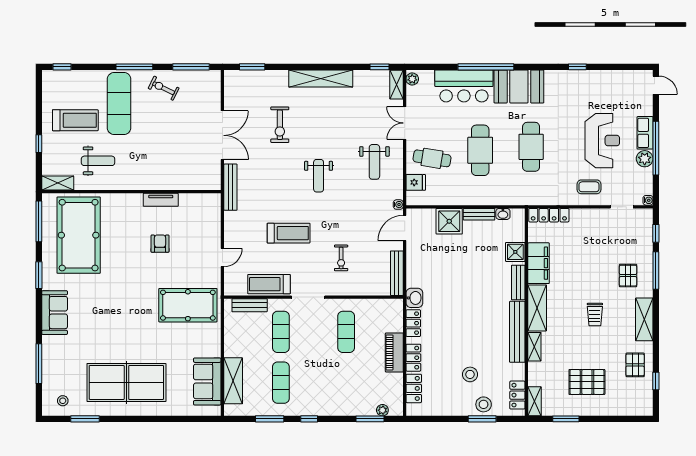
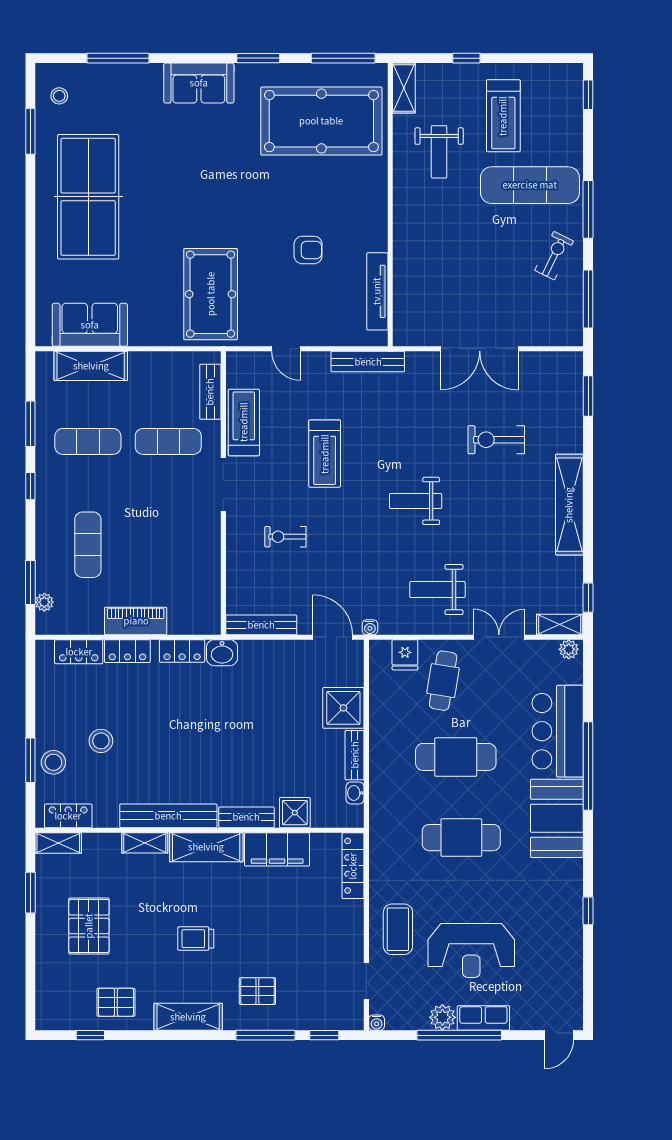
bench: (230, 187) -> (368, 362), moved
coffee table: (589, 187) -> (398, 929), width x1.36, depth x1.30
tv unit: (161, 200) -> (377, 291), moved, width x1.41
exercise mat: (346, 332) -> (88, 545), moved, turned 90

